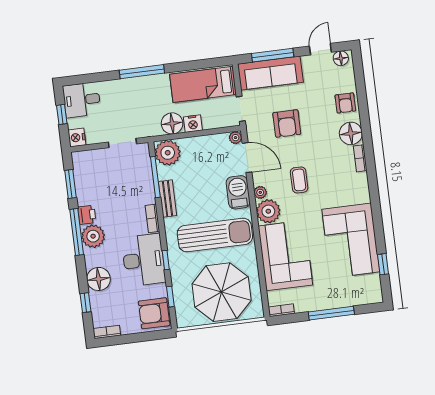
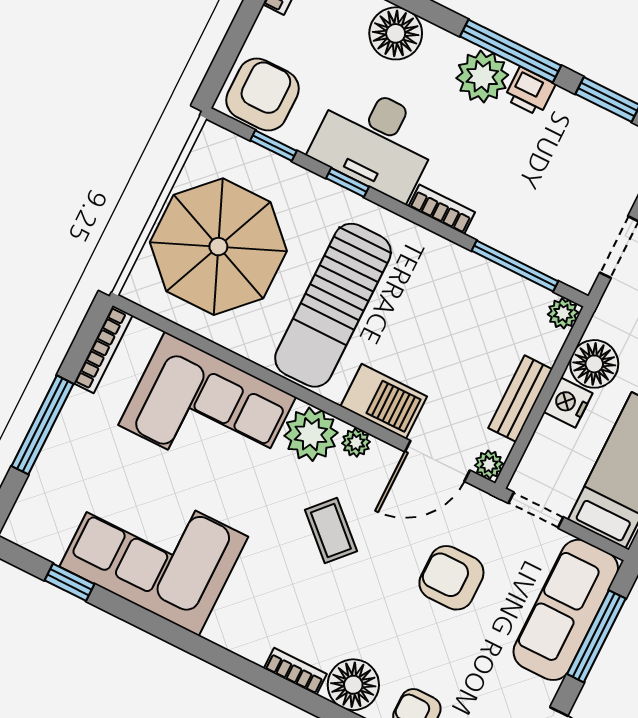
plant: (168, 153) -> (563, 313), width x0.53, depth x0.53
coffee table: (299, 180) -> (331, 531), turned 43
bench: (168, 199) -> (520, 399), moved, turned 90
bookcase: (281, 310) -> (103, 349), width x1.56

